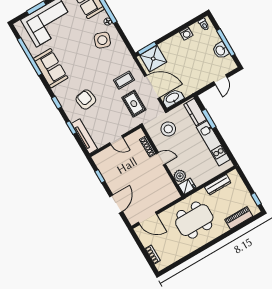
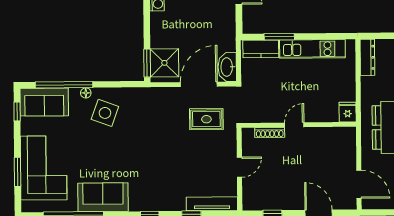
coffee table: (124, 80) -> (170, 114), removed
armchair: (86, 100) -> (167, 176), removed
stool: (168, 129) -> (263, 94), removed
plant: (180, 176) -> (329, 114), removed
dresser: (218, 185) -> (367, 57), moved
door: (147, 218) -> (359, 184), hinge flipped

